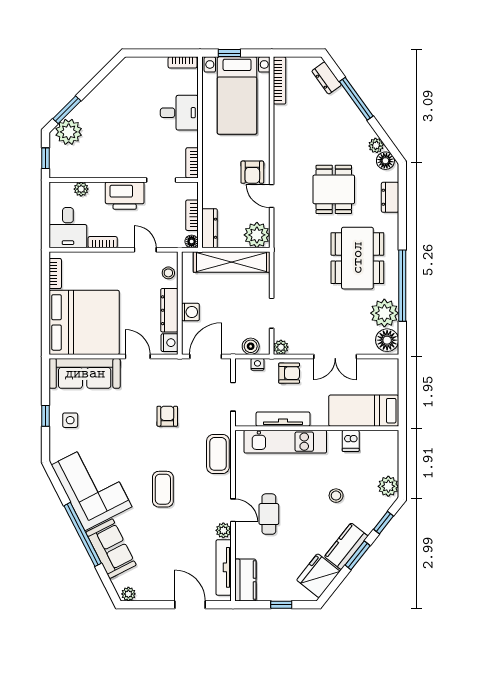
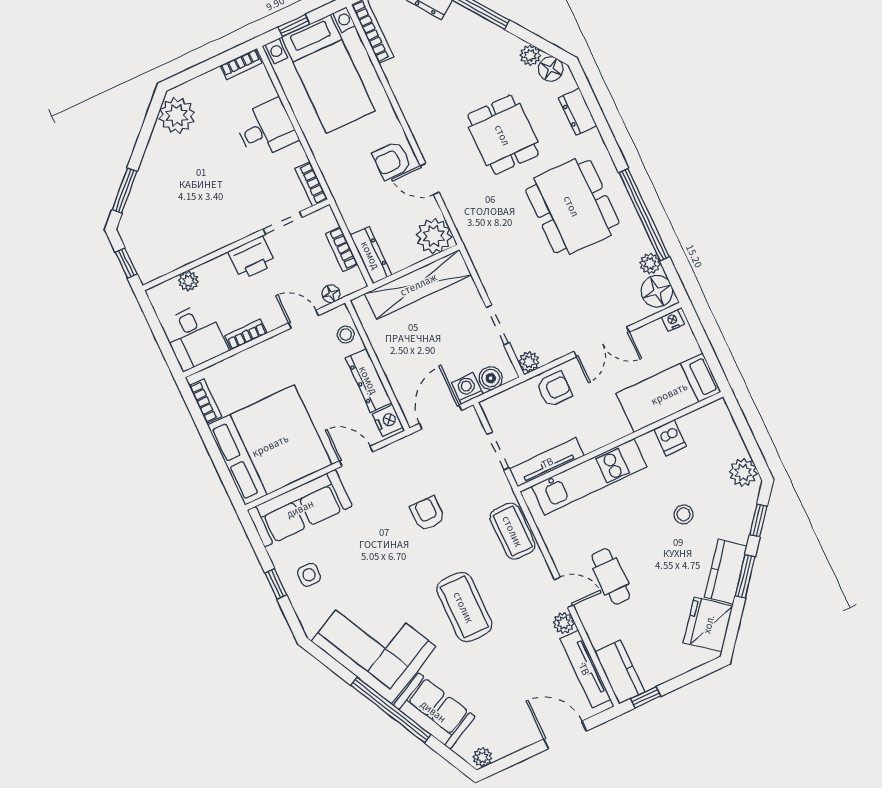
plant: (69, 132) -> (177, 115), moved
armchair: (252, 172) -> (392, 161), turned 90
printer: (125, 196) -> (252, 258), width x0.73, depth x0.84
floor lamp: (192, 241) -> (331, 294), moved
washing machine: (190, 312) -> (467, 388), moved, turned -90
plant: (384, 313) -> (650, 264), width x0.53, depth x0.53
nightstand: (257, 364) -> (673, 321), moved
tv unit: (283, 419) -> (547, 462), moved
coffee table: (163, 489) -> (464, 607), width x1.36, depth x1.32
window: (281, 605) -> (646, 697), moved

